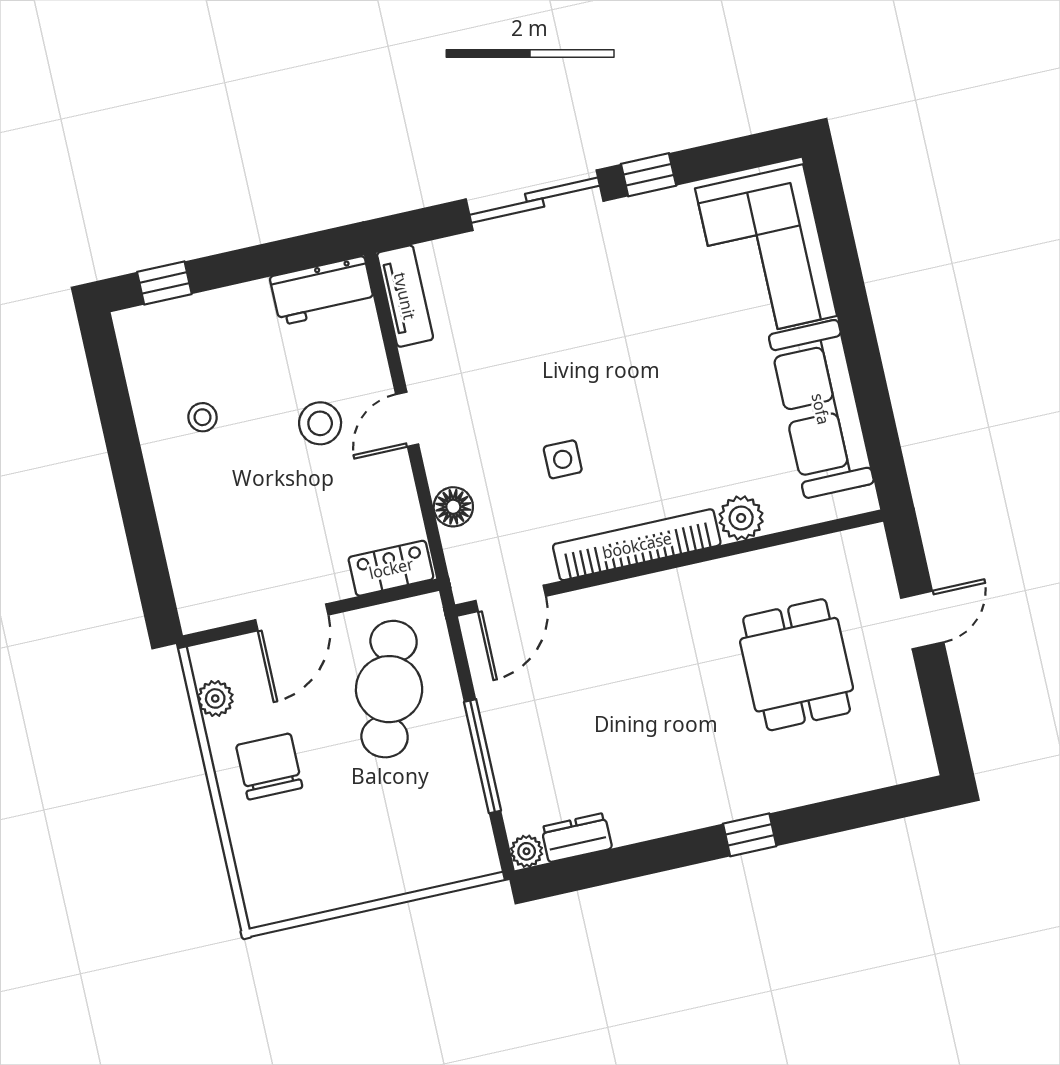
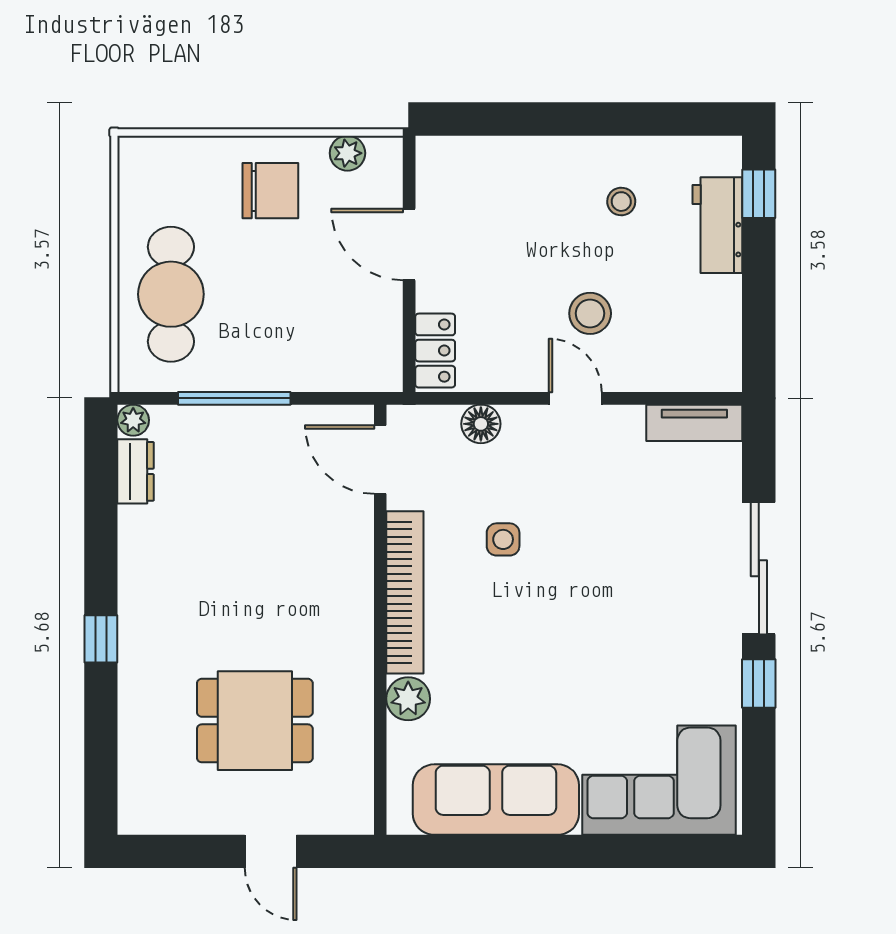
workbench: (322, 291) -> (717, 225), moved
cafe table: (389, 689) -> (171, 294), moved, turned 72

